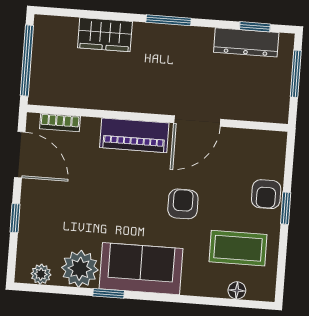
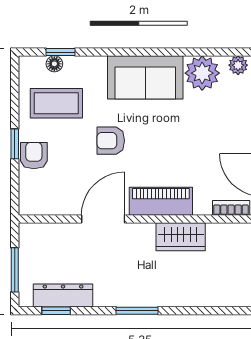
wardrobe: (105, 35) -> (181, 237), moved, turned 180
armchair: (183, 204) -> (111, 141), turned 90
window: (109, 293) -> (60, 52), moved

